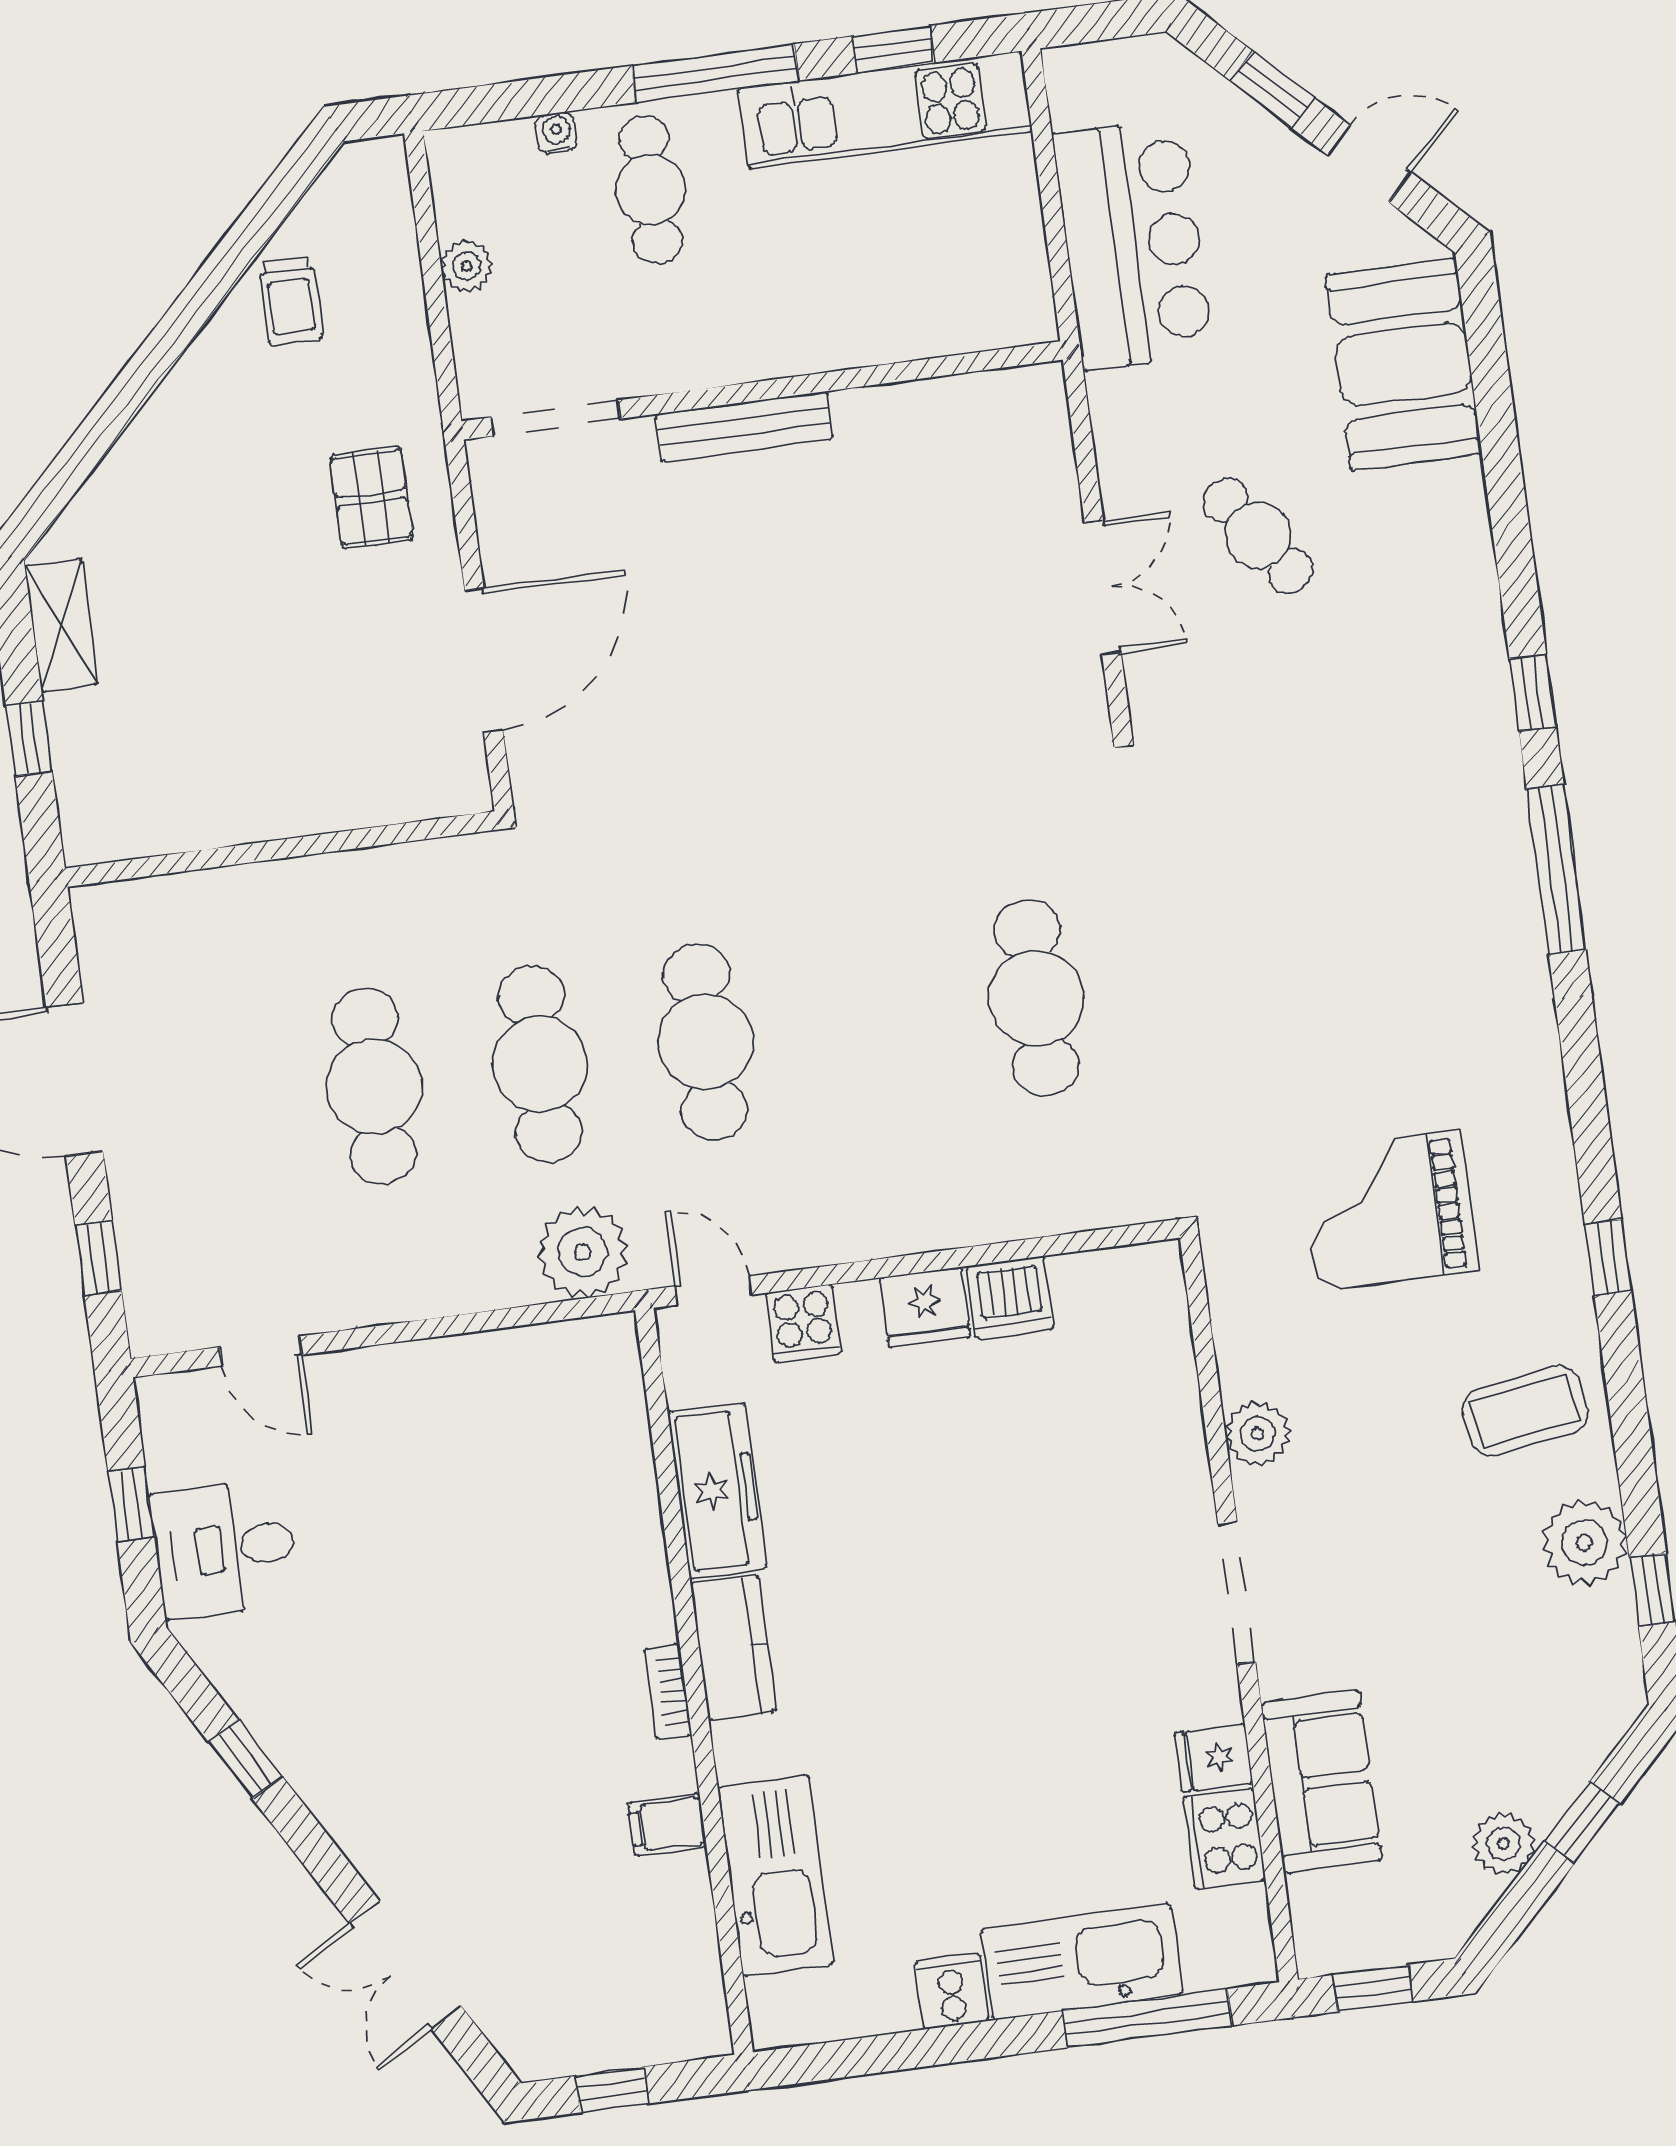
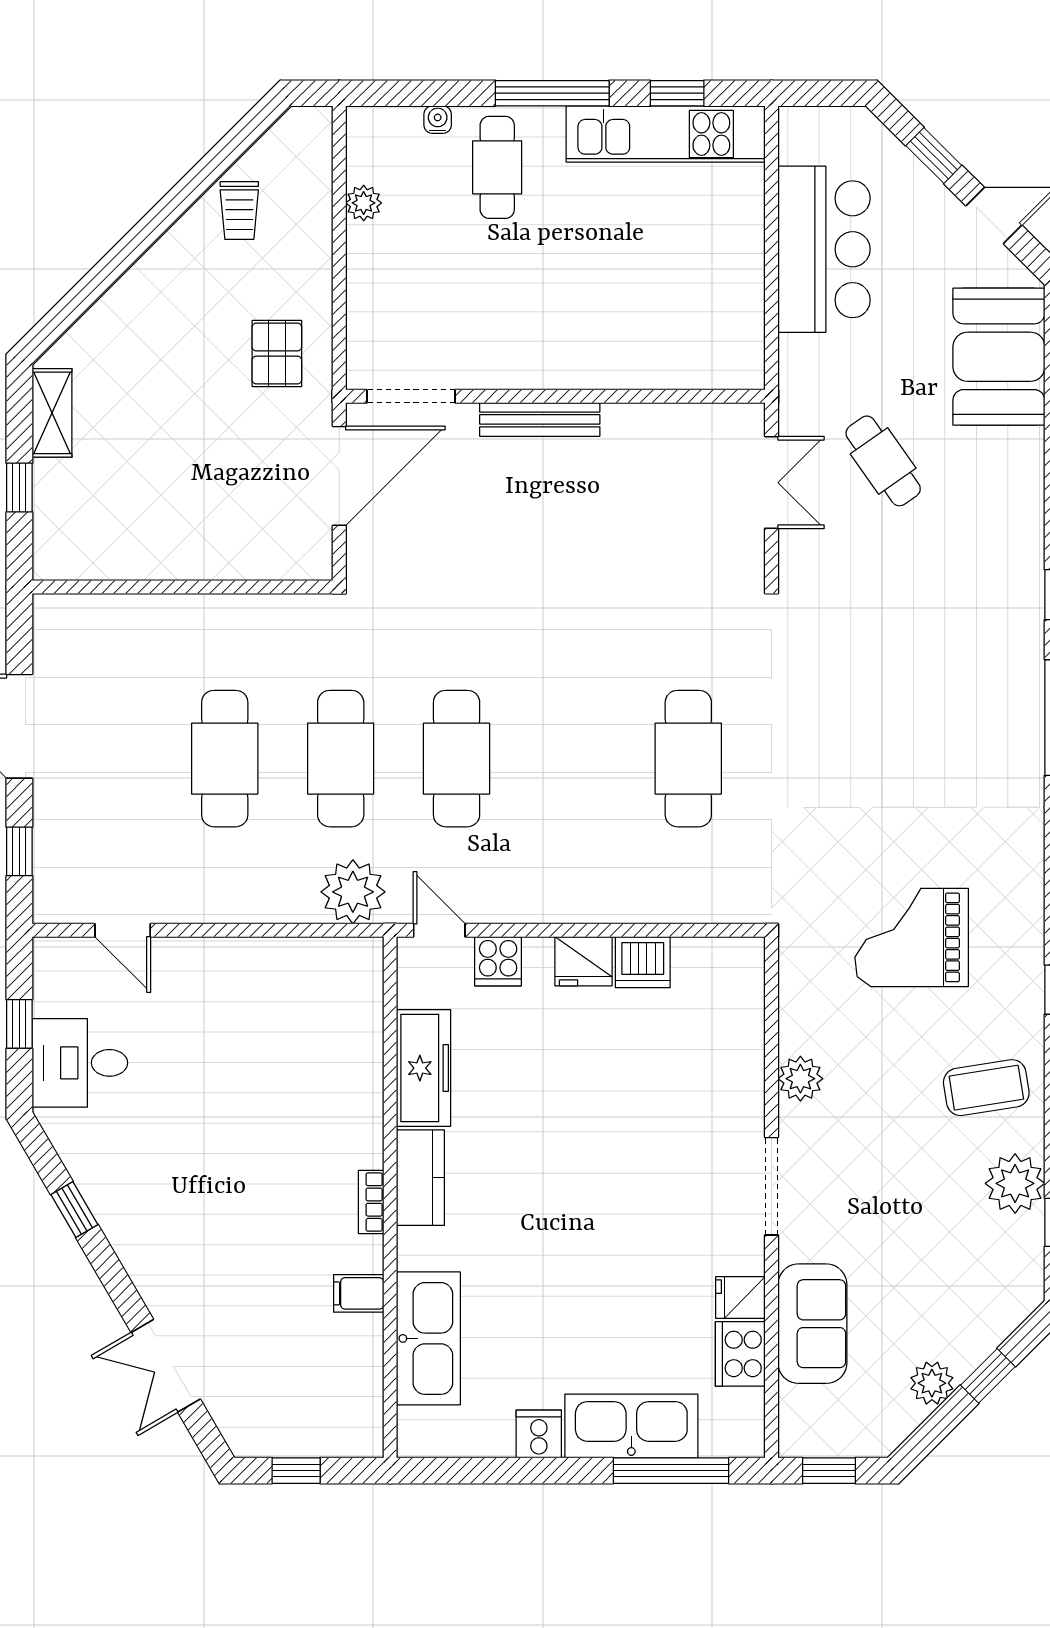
wall: (762, 390) -> (555, 396), moved
doorway: (556, 418) -> (411, 396), moved
bench: (744, 427) -> (540, 419), moved

